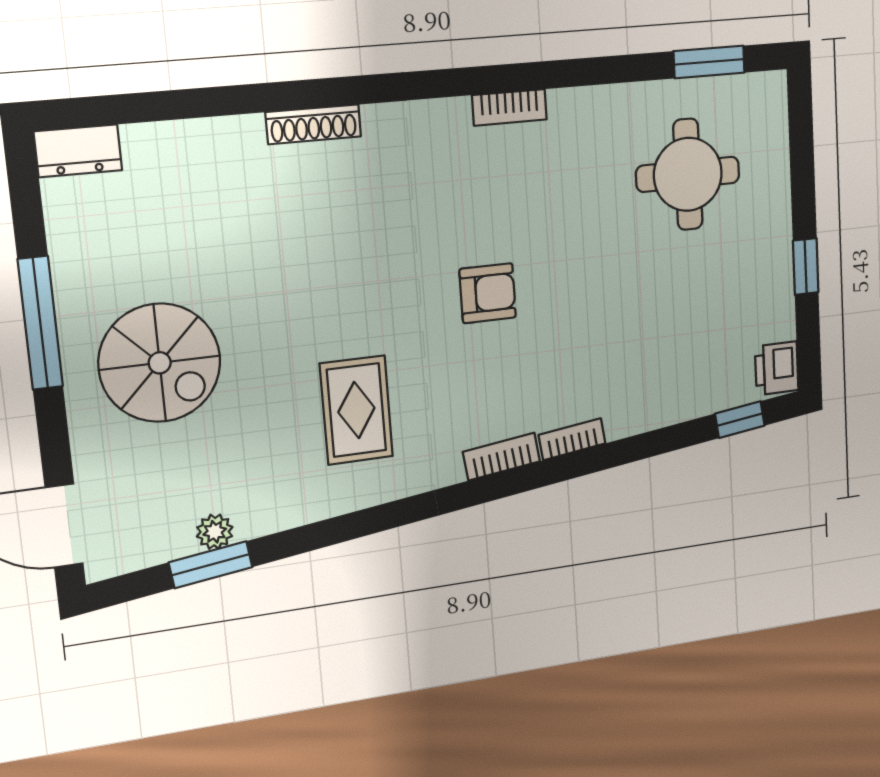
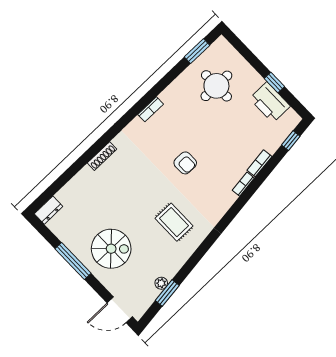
armchair: (488, 293) -> (185, 163), turned 90
printer: (777, 368) -> (270, 102), moved, width x1.87, depth x1.48
bookcase: (502, 457) -> (259, 163), moved

